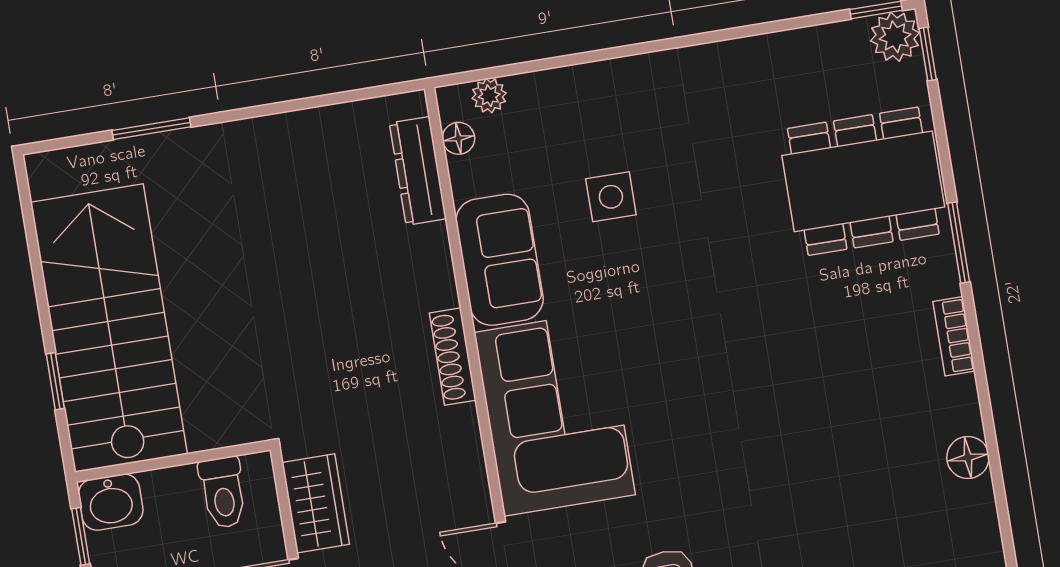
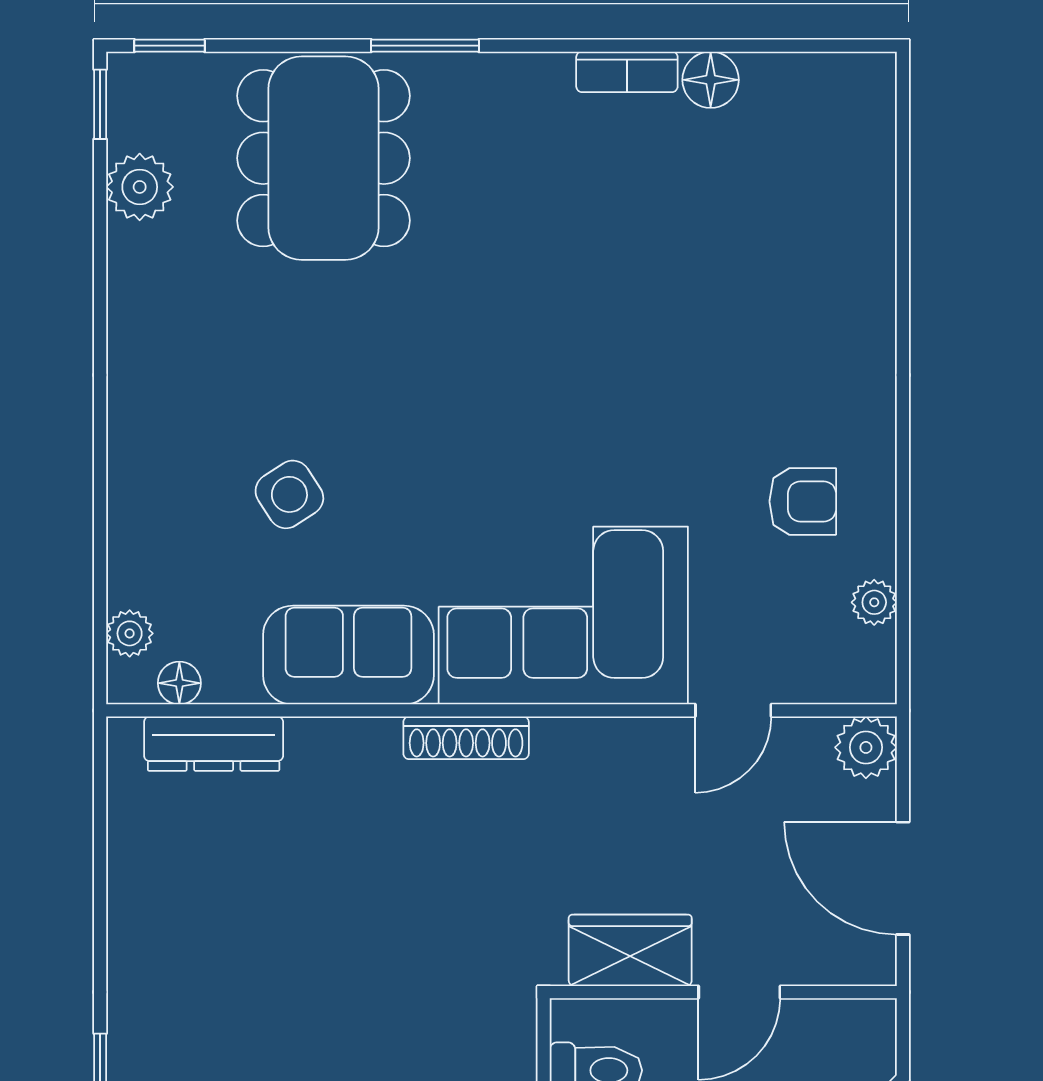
plant: (895, 37) -> (140, 187), moved
side table: (611, 197) -> (289, 494), turned -33
bookcase: (954, 336) -> (627, 72), moved

